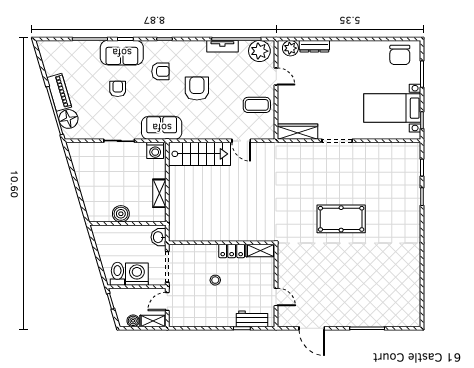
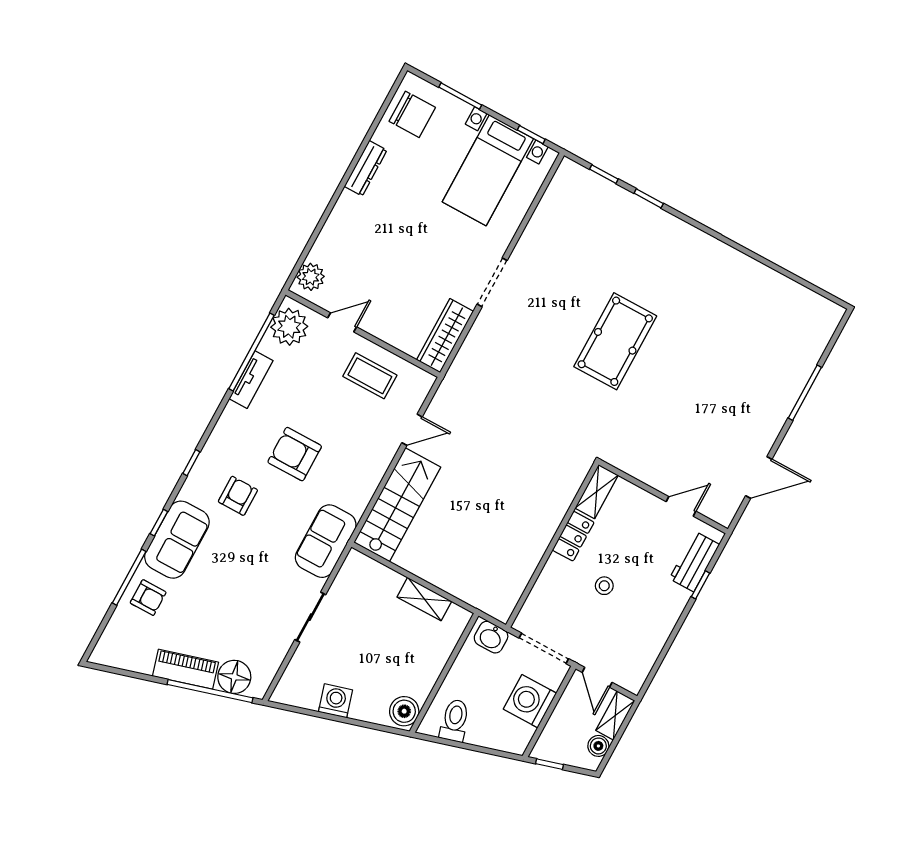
dresser: (314, 46) -> (366, 168), moved
armchair: (118, 89) -> (148, 598), moved, turned 180
coffee table: (257, 105) -> (370, 376), turned 90
washing machine: (155, 150) -> (335, 701), moved, turned -106
boiler: (121, 214) -> (404, 711), moved
toilet: (117, 274) -> (455, 720), moved, turned 74

